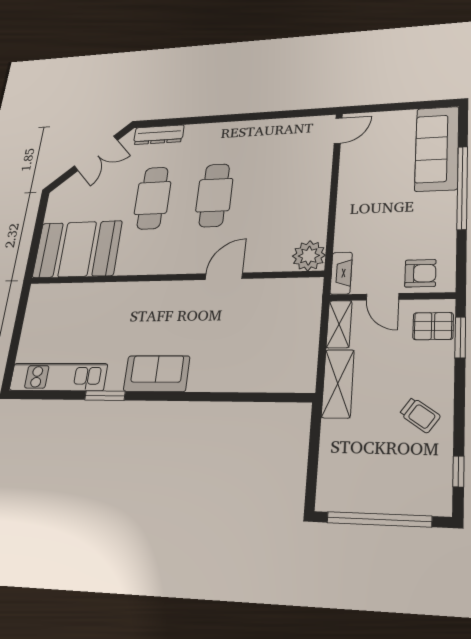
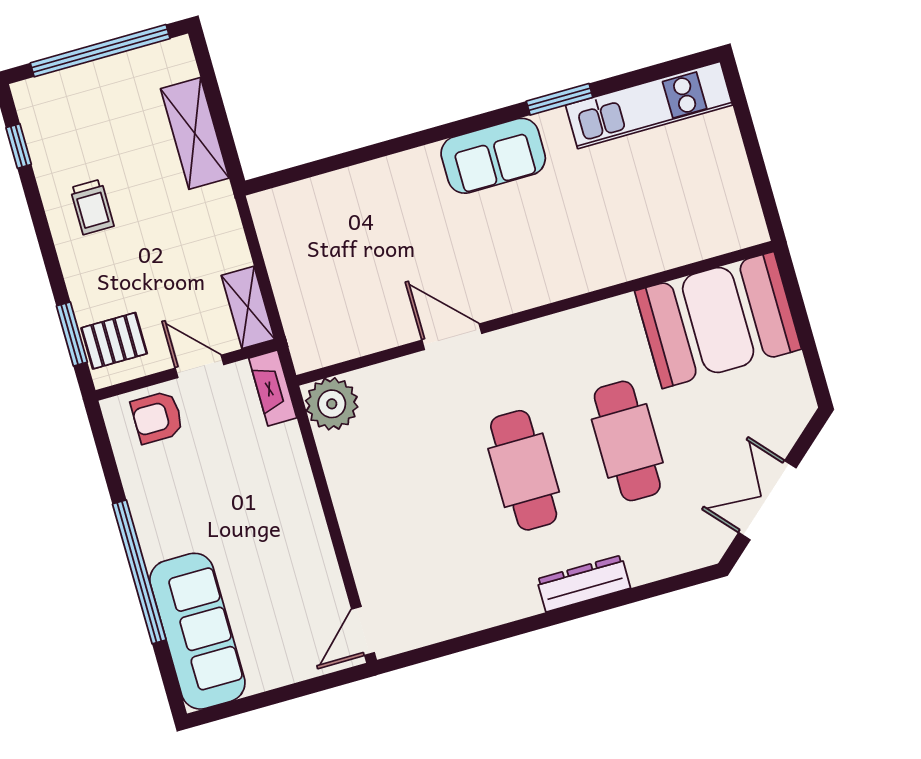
dresser: (159, 135) -> (584, 584), moved
door: (224, 276) -> (452, 337), swing flipped
shelving: (338, 384) -> (195, 133), moved
trolley: (420, 415) -> (92, 207), turned -125

